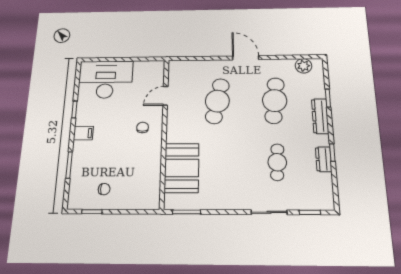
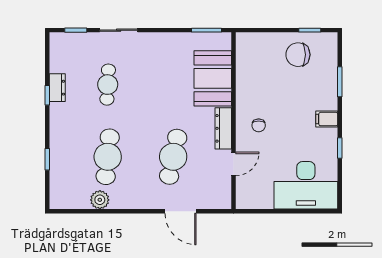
door: (246, 58) -> (181, 211), moved
plant: (304, 66) -> (100, 200), moved
dresser: (320, 116) -> (223, 128), moved, turned 180
chair: (104, 189) -> (298, 55), width x1.87, depth x1.87

